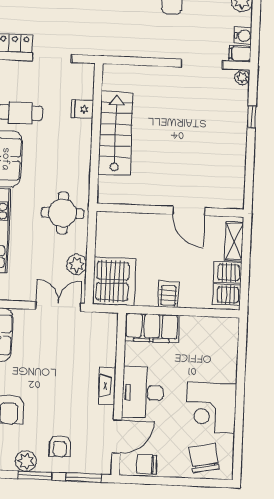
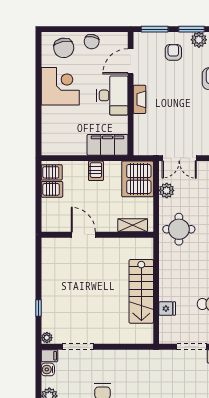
shelving: (234, 241) -> (133, 225), moved, turned 90
chair: (147, 464) -> (92, 42), moved, turned 100

